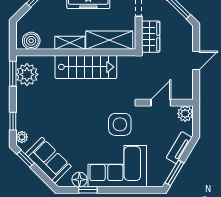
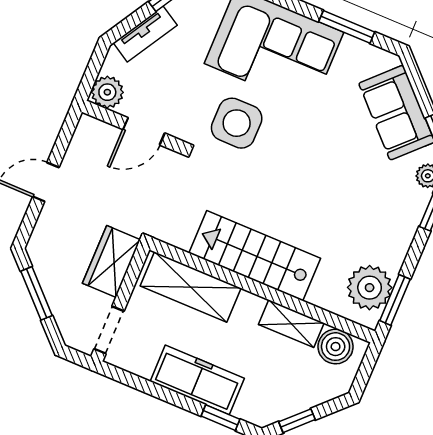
shelving: (70, 43) -> (291, 324), moved
floor lamp: (79, 180) -> (354, 53), removed
window: (88, 190) -> (347, 27), width x1.50

